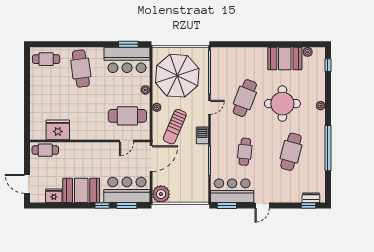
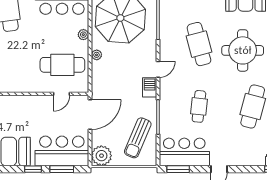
cafe table: (245, 98) -> (199, 44), turned -36
door: (210, 107) -> (158, 69), moved
sun lounger: (175, 127) -> (138, 138), moved

